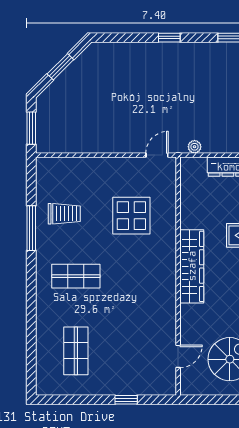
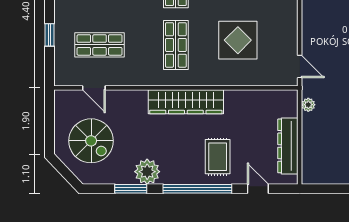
shop shelf: (136, 276) -> (176, 45), added
shop shelf: (136, 351) -> (100, 45), added

